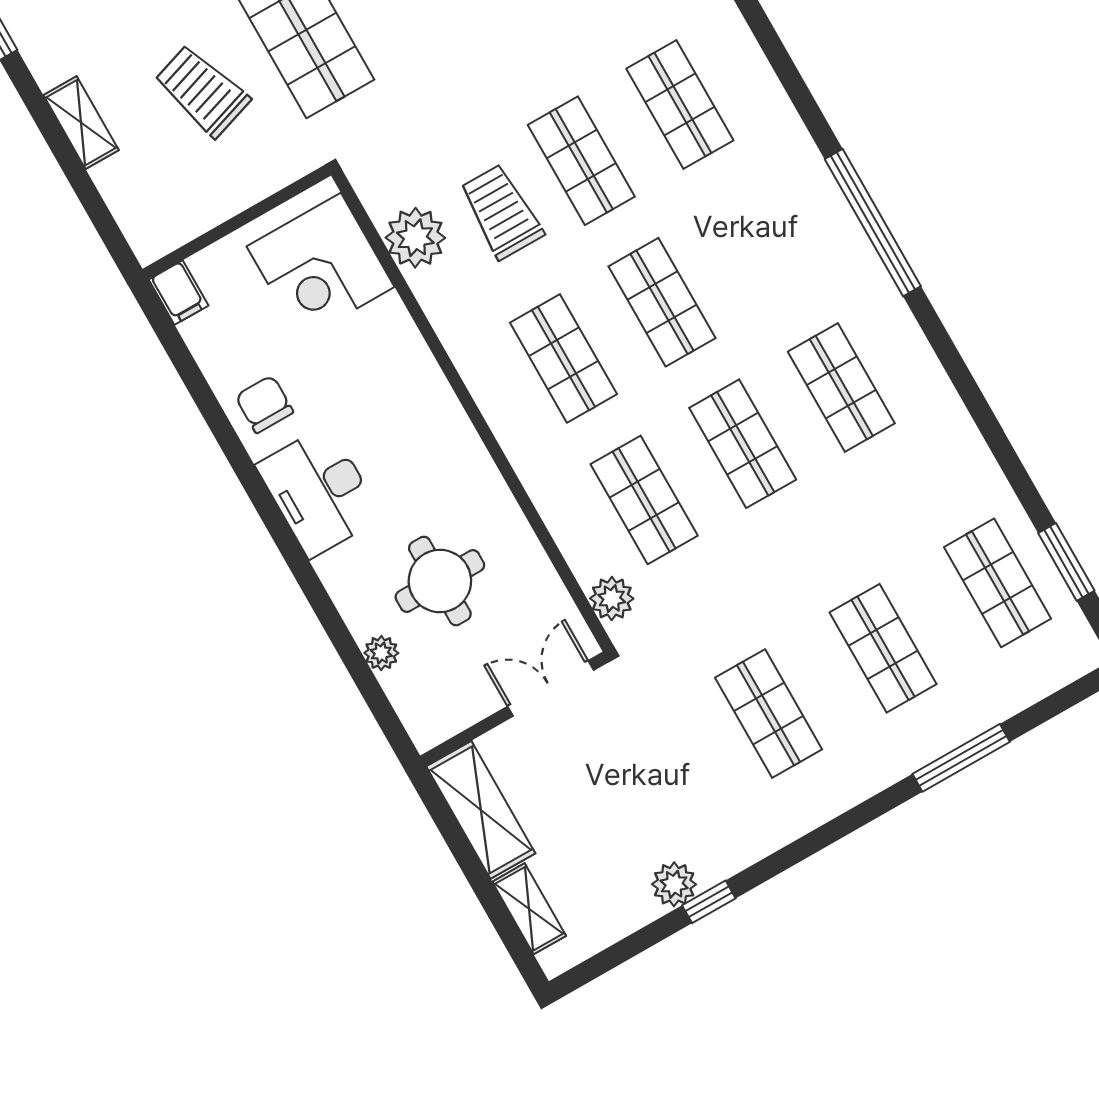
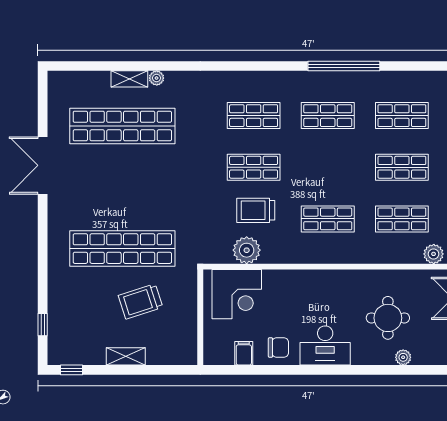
filing cabinet: (179, 293) -> (244, 353), moved, turned -90
shop shelf: (662, 302) -> (328, 116), moved
chair: (264, 404) -> (278, 347), turned 180

